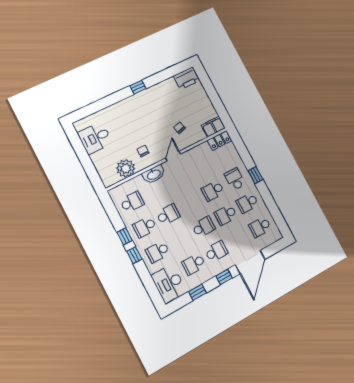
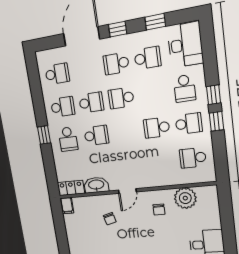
filing cabinet: (213, 127) -> (67, 206), width x0.50
washbasin: (154, 174) -> (96, 185), moved
school desk: (158, 252) -> (185, 88), turned 90

